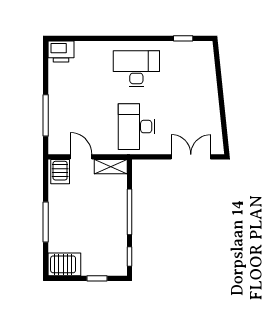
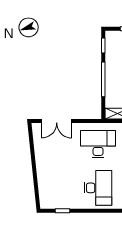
desk: (136, 69) -> (98, 188), turned -90
desk: (136, 127) -> (98, 144), turned -90

